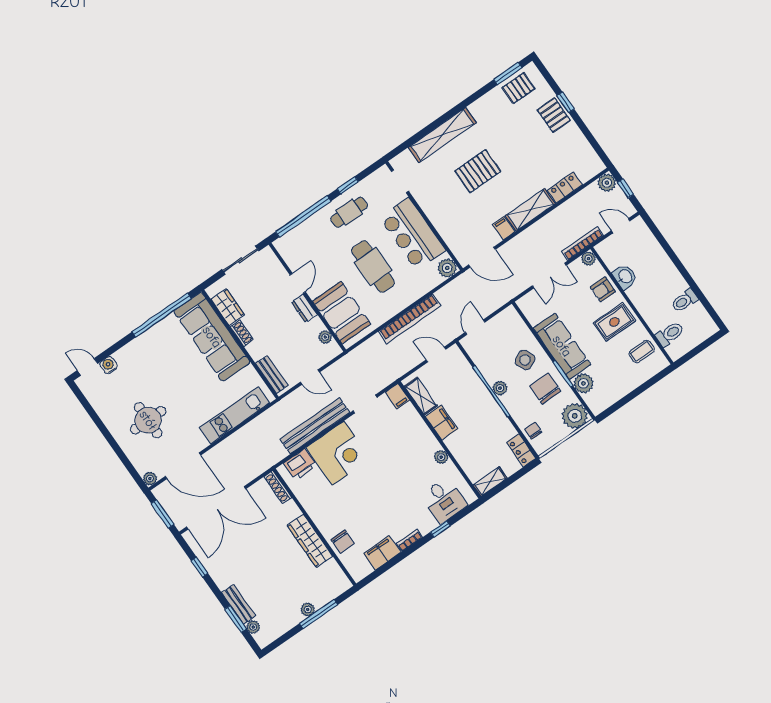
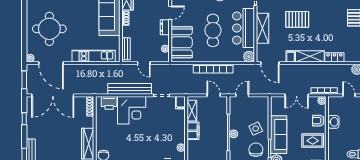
shelving: (439, 216) -> (263, 28), added
round table: (148, 420) -> (49, 29), width x1.36, depth x1.36

